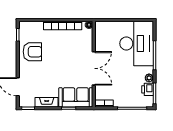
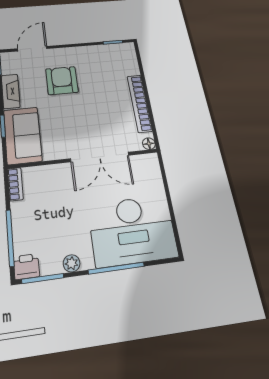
armchair: (32, 52) -> (62, 81), moved, turned 180
double door: (94, 68) -> (100, 157), moved
printer: (148, 89) -> (26, 267), moved

